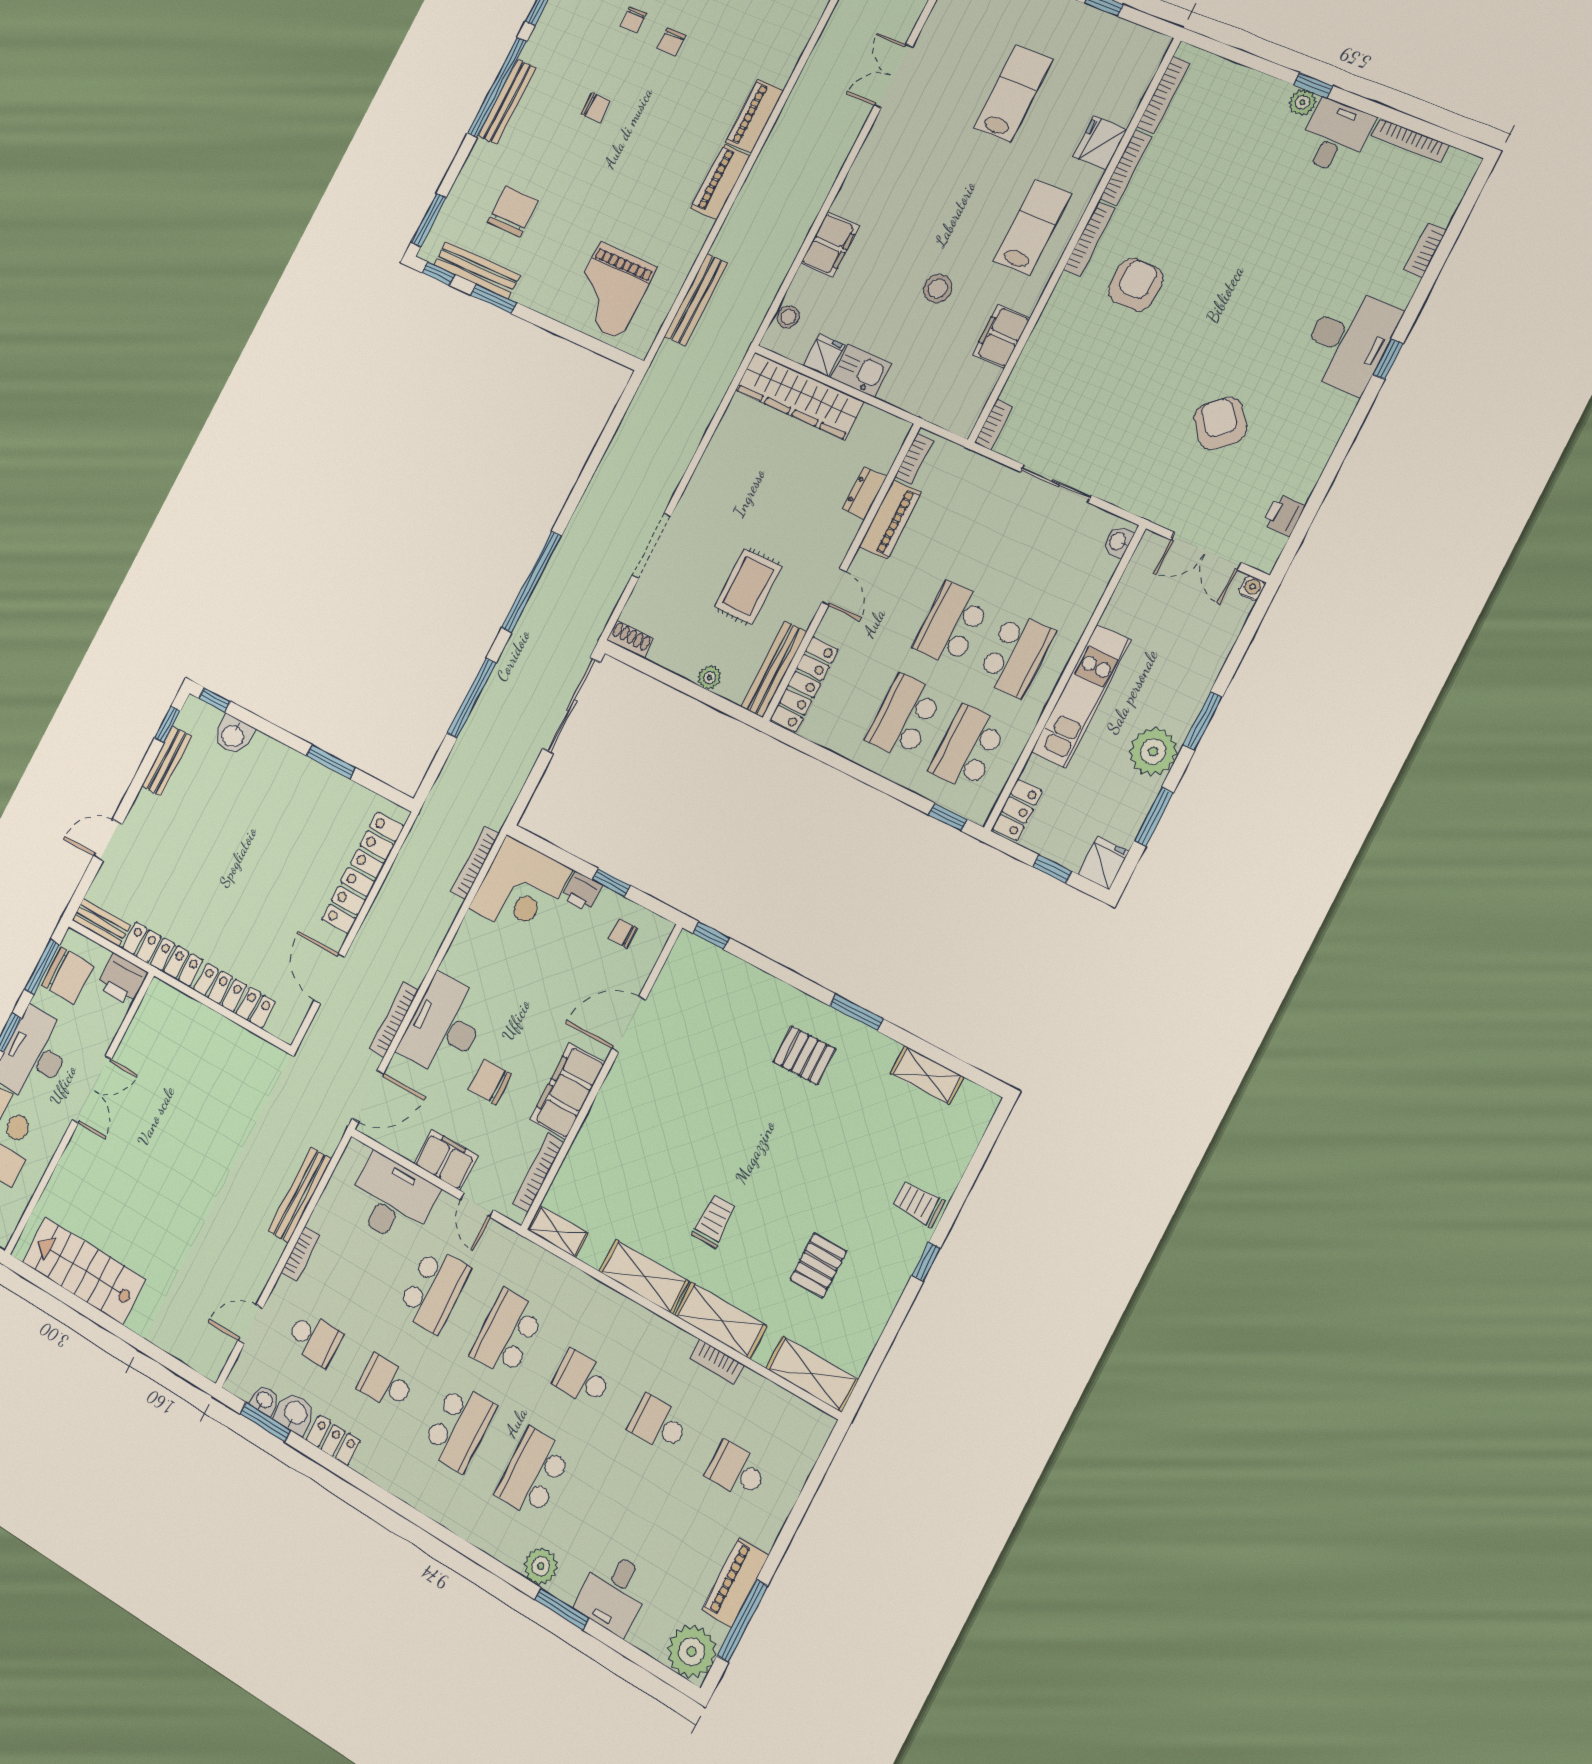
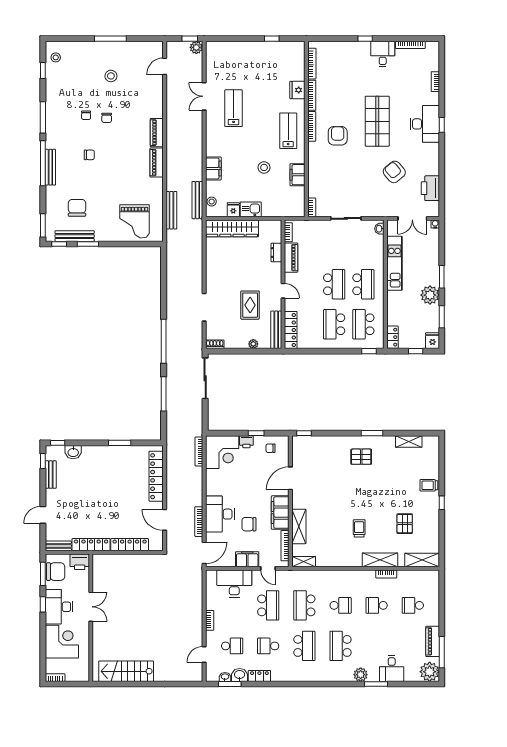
lab bench: (1013, 93) -> (234, 108), moved
plant: (1302, 102) -> (365, 46), removed
shop shelf: (1242, 288) -> (377, 121), added
printer: (1284, 515) -> (430, 188), width x1.87, depth x1.48
school desk: (952, 624) -> (334, 284), turned 180
kitchen unit: (1081, 696) -> (394, 263), moved
bench: (300, 1195) -> (197, 200), moved
shelving: (644, 1276) -> (299, 526), moved, turned 90
school desk: (582, 1378) -> (341, 605), turned 180

